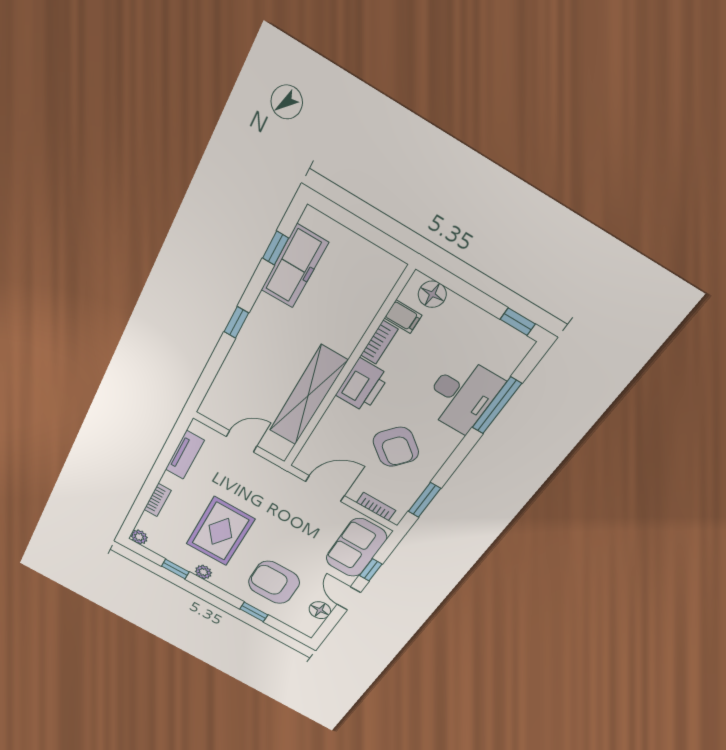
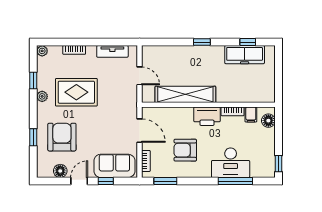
armchair: (396, 447) -> (185, 150), turned 51

